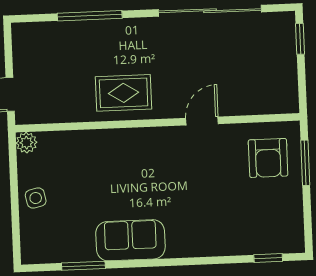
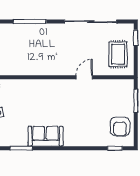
rug: (124, 93) -> (118, 54), moved, turned 90
armchair: (268, 158) -> (120, 127), moved

